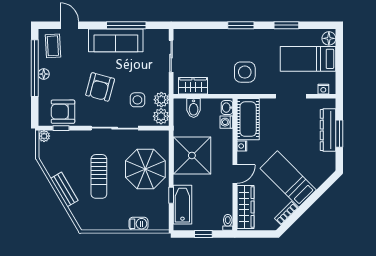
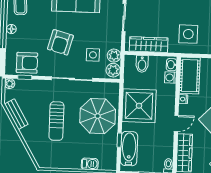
wardrobe: (193, 86) -> (149, 45), width x1.50
armchair: (63, 112) -> (27, 63), turned 180
bench: (64, 189) -> (16, 114), moved

